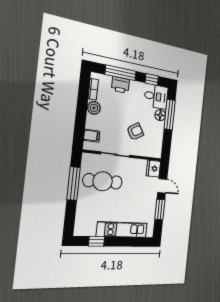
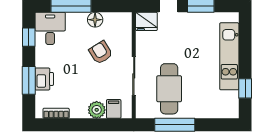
window: (121, 73) -> (29, 80), width x0.69
plant: (94, 108) -> (97, 110), moved
floor lamp: (160, 115) -> (95, 20), moved

